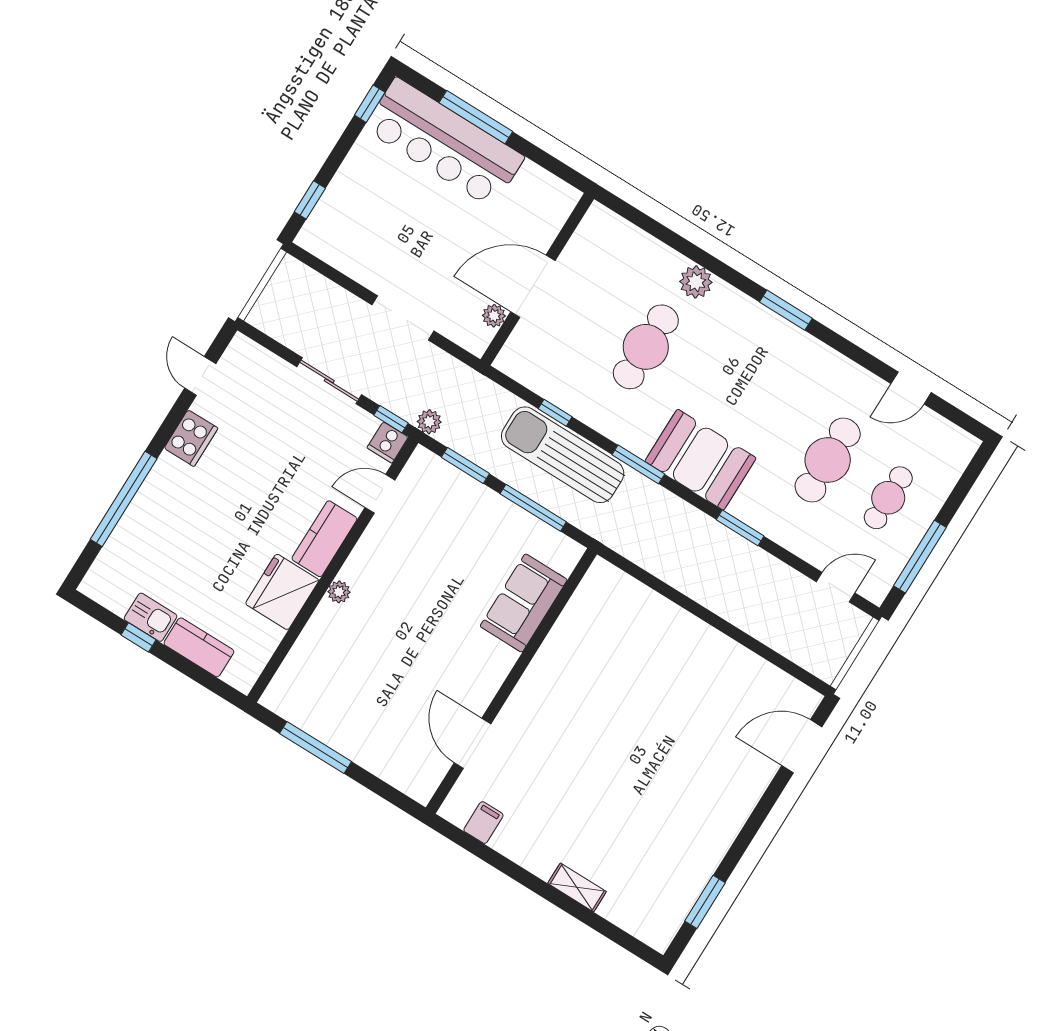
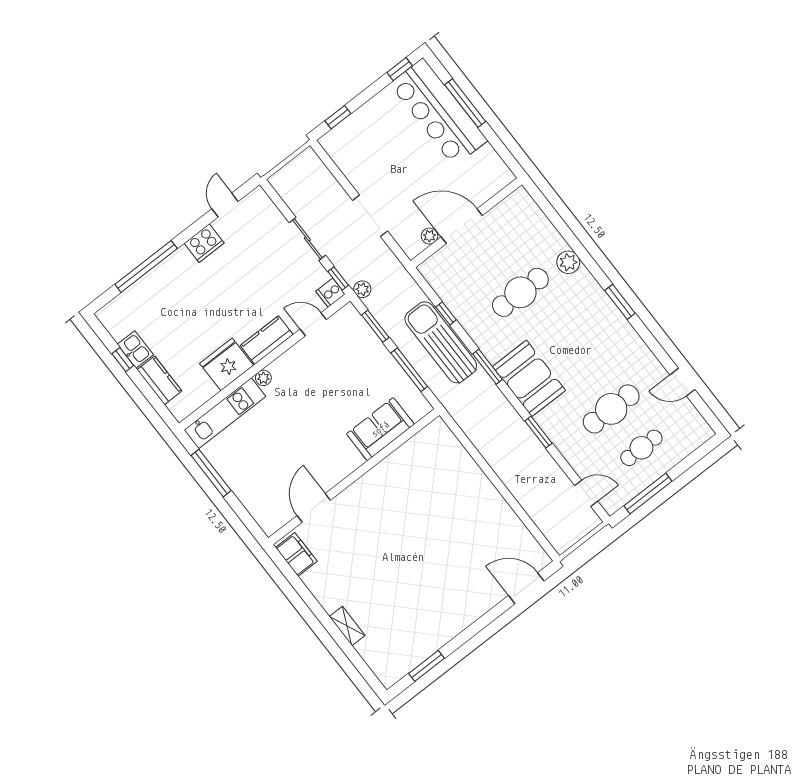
kitchen unit: (304, 659) -> (225, 413), added
filing cabinet: (483, 823) -> (296, 554), width x2.00

